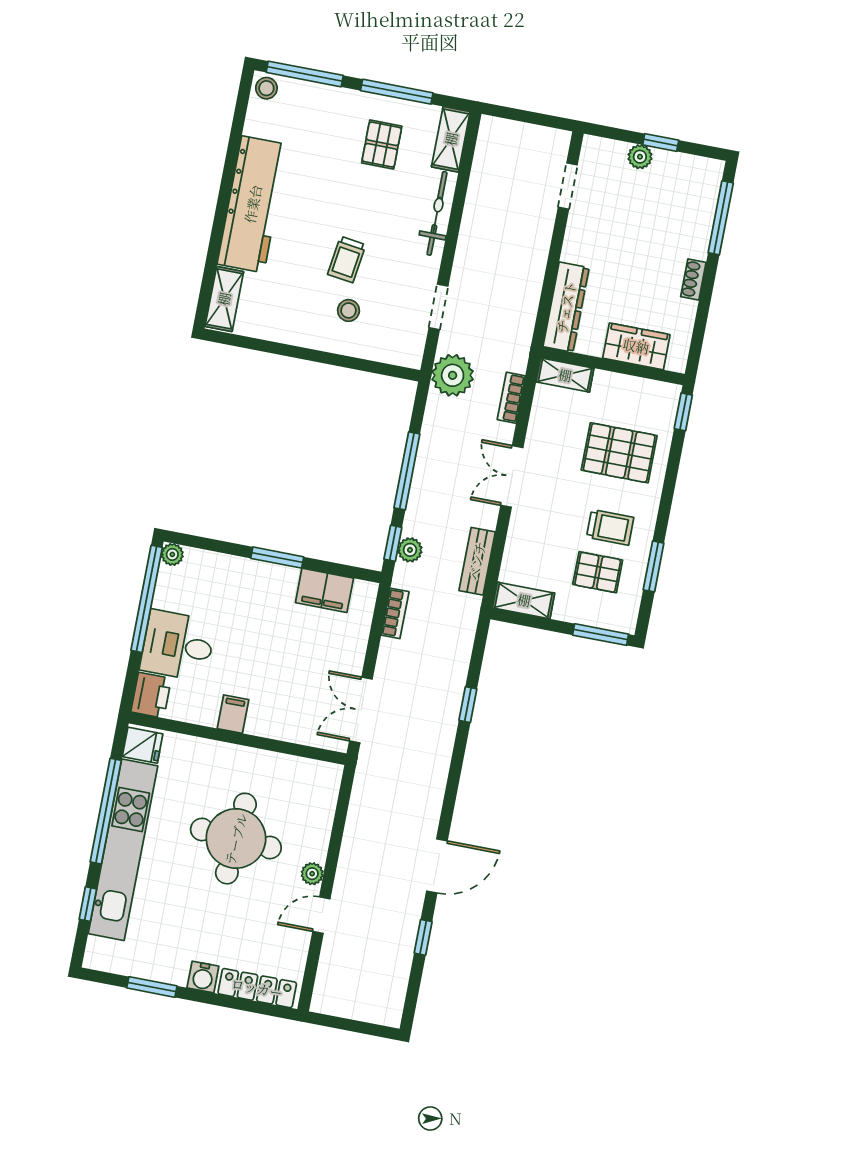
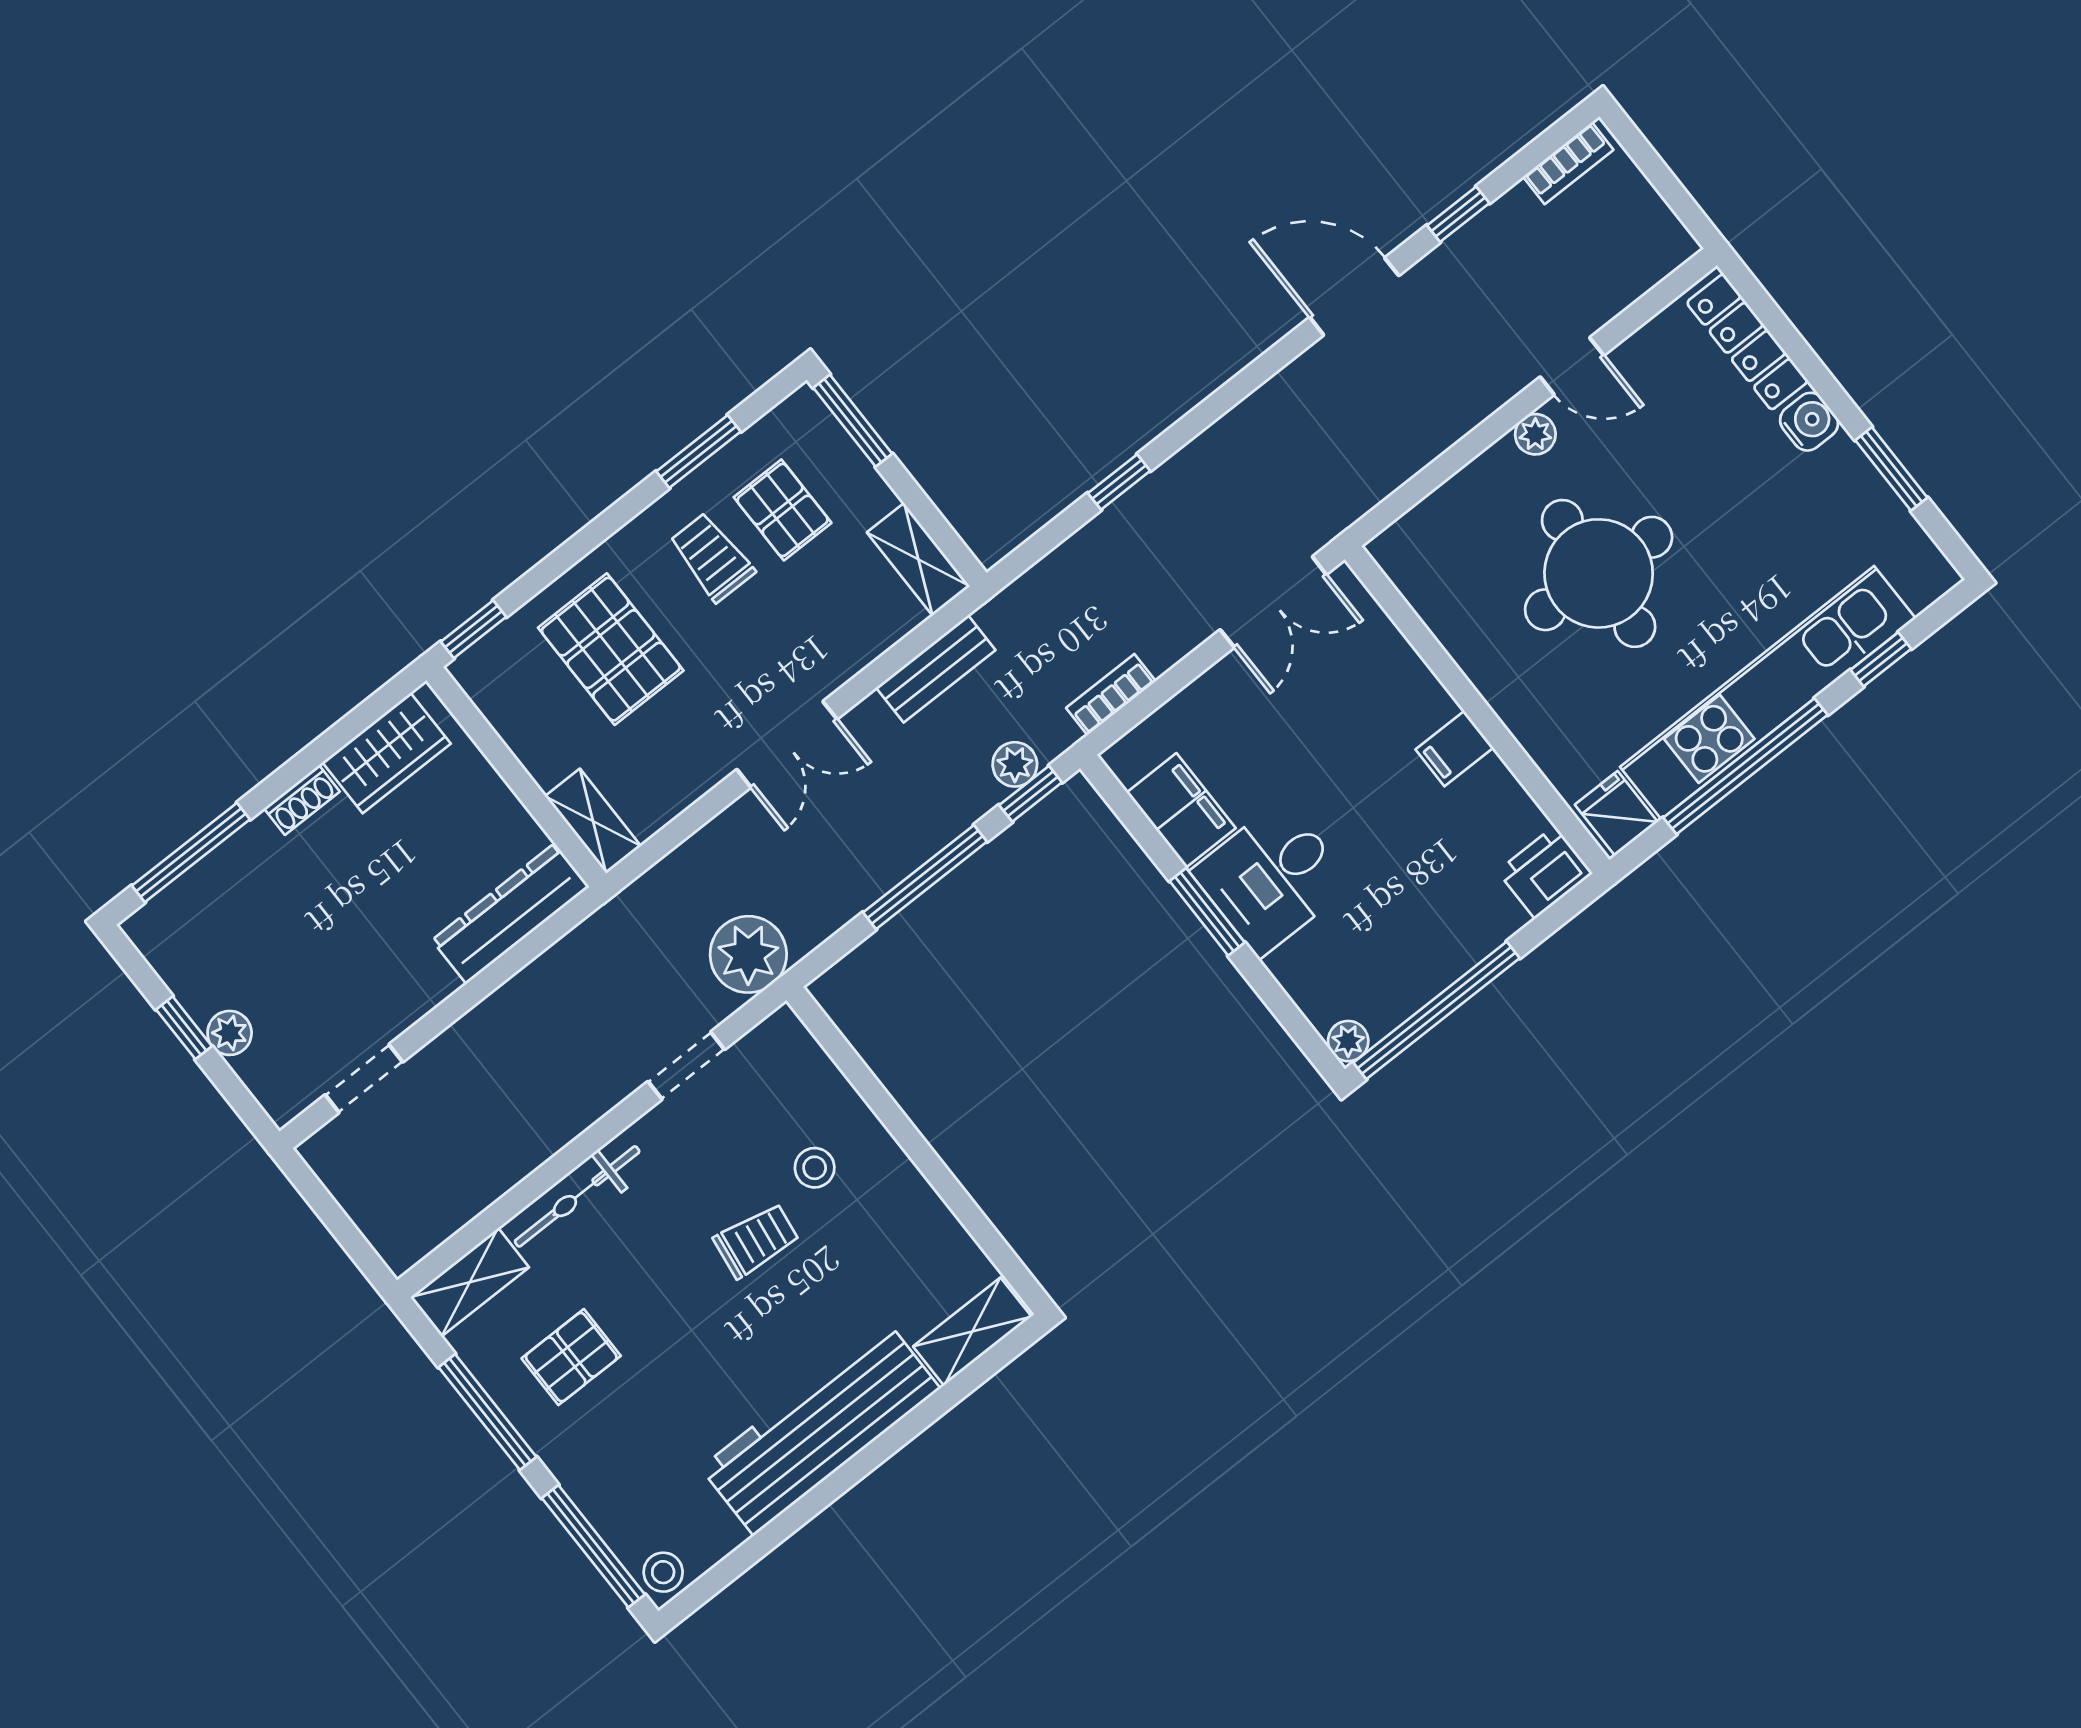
wardrobe: (636, 346) -> (387, 753), moved, turned -90
bookcase: (511, 398) -> (1568, 163), moved
desk: (178, 645) -> (1272, 878), moved, turned 90

